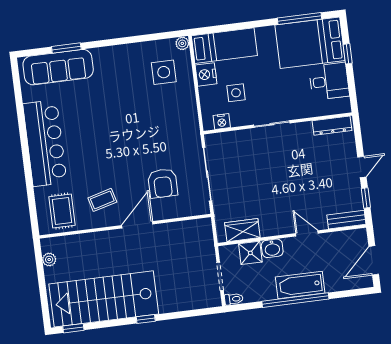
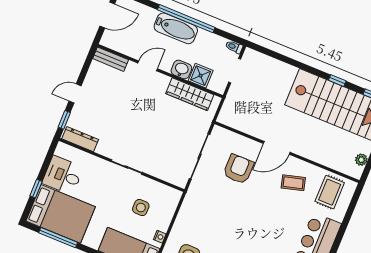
nightstand: (206, 74) -> (160, 237), width x0.53, depth x0.56
nightstand: (222, 122) -> (165, 191), removed
window: (366, 198) -> (64, 120), moved
wardrobe: (242, 230) -> (190, 94), width x1.50
door: (307, 233) -> (148, 66), swing flipped
window: (146, 319) -> (337, 81), moved

